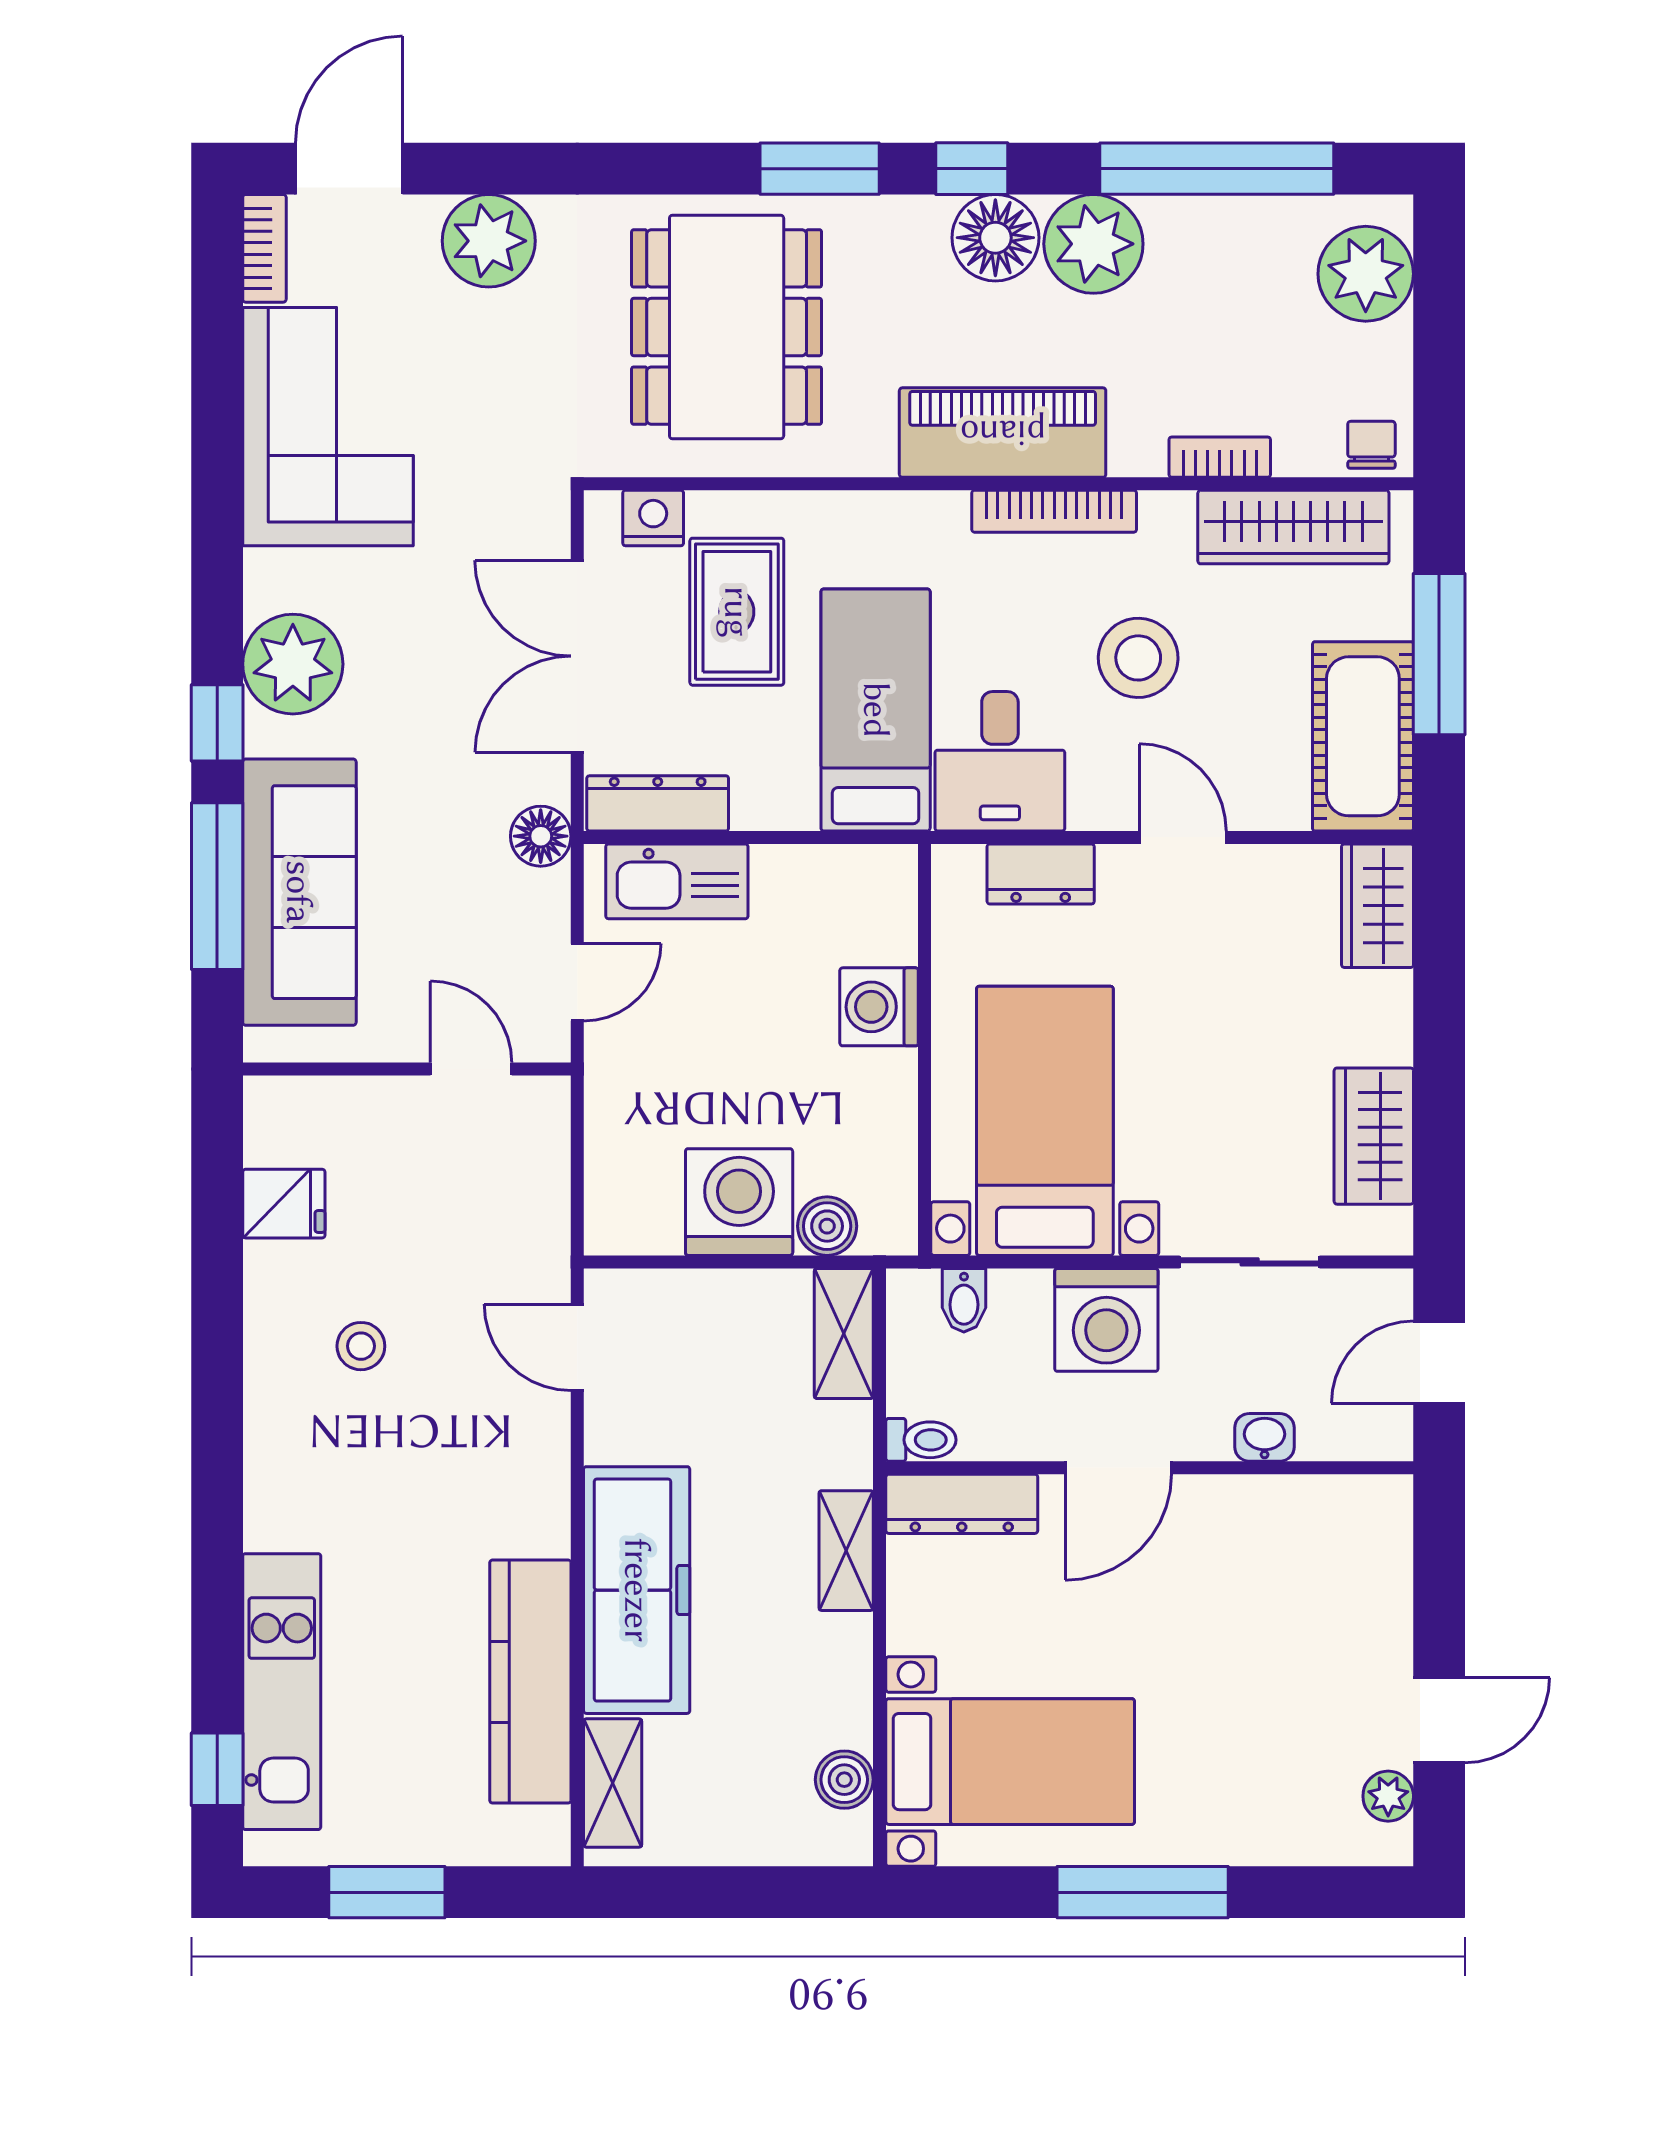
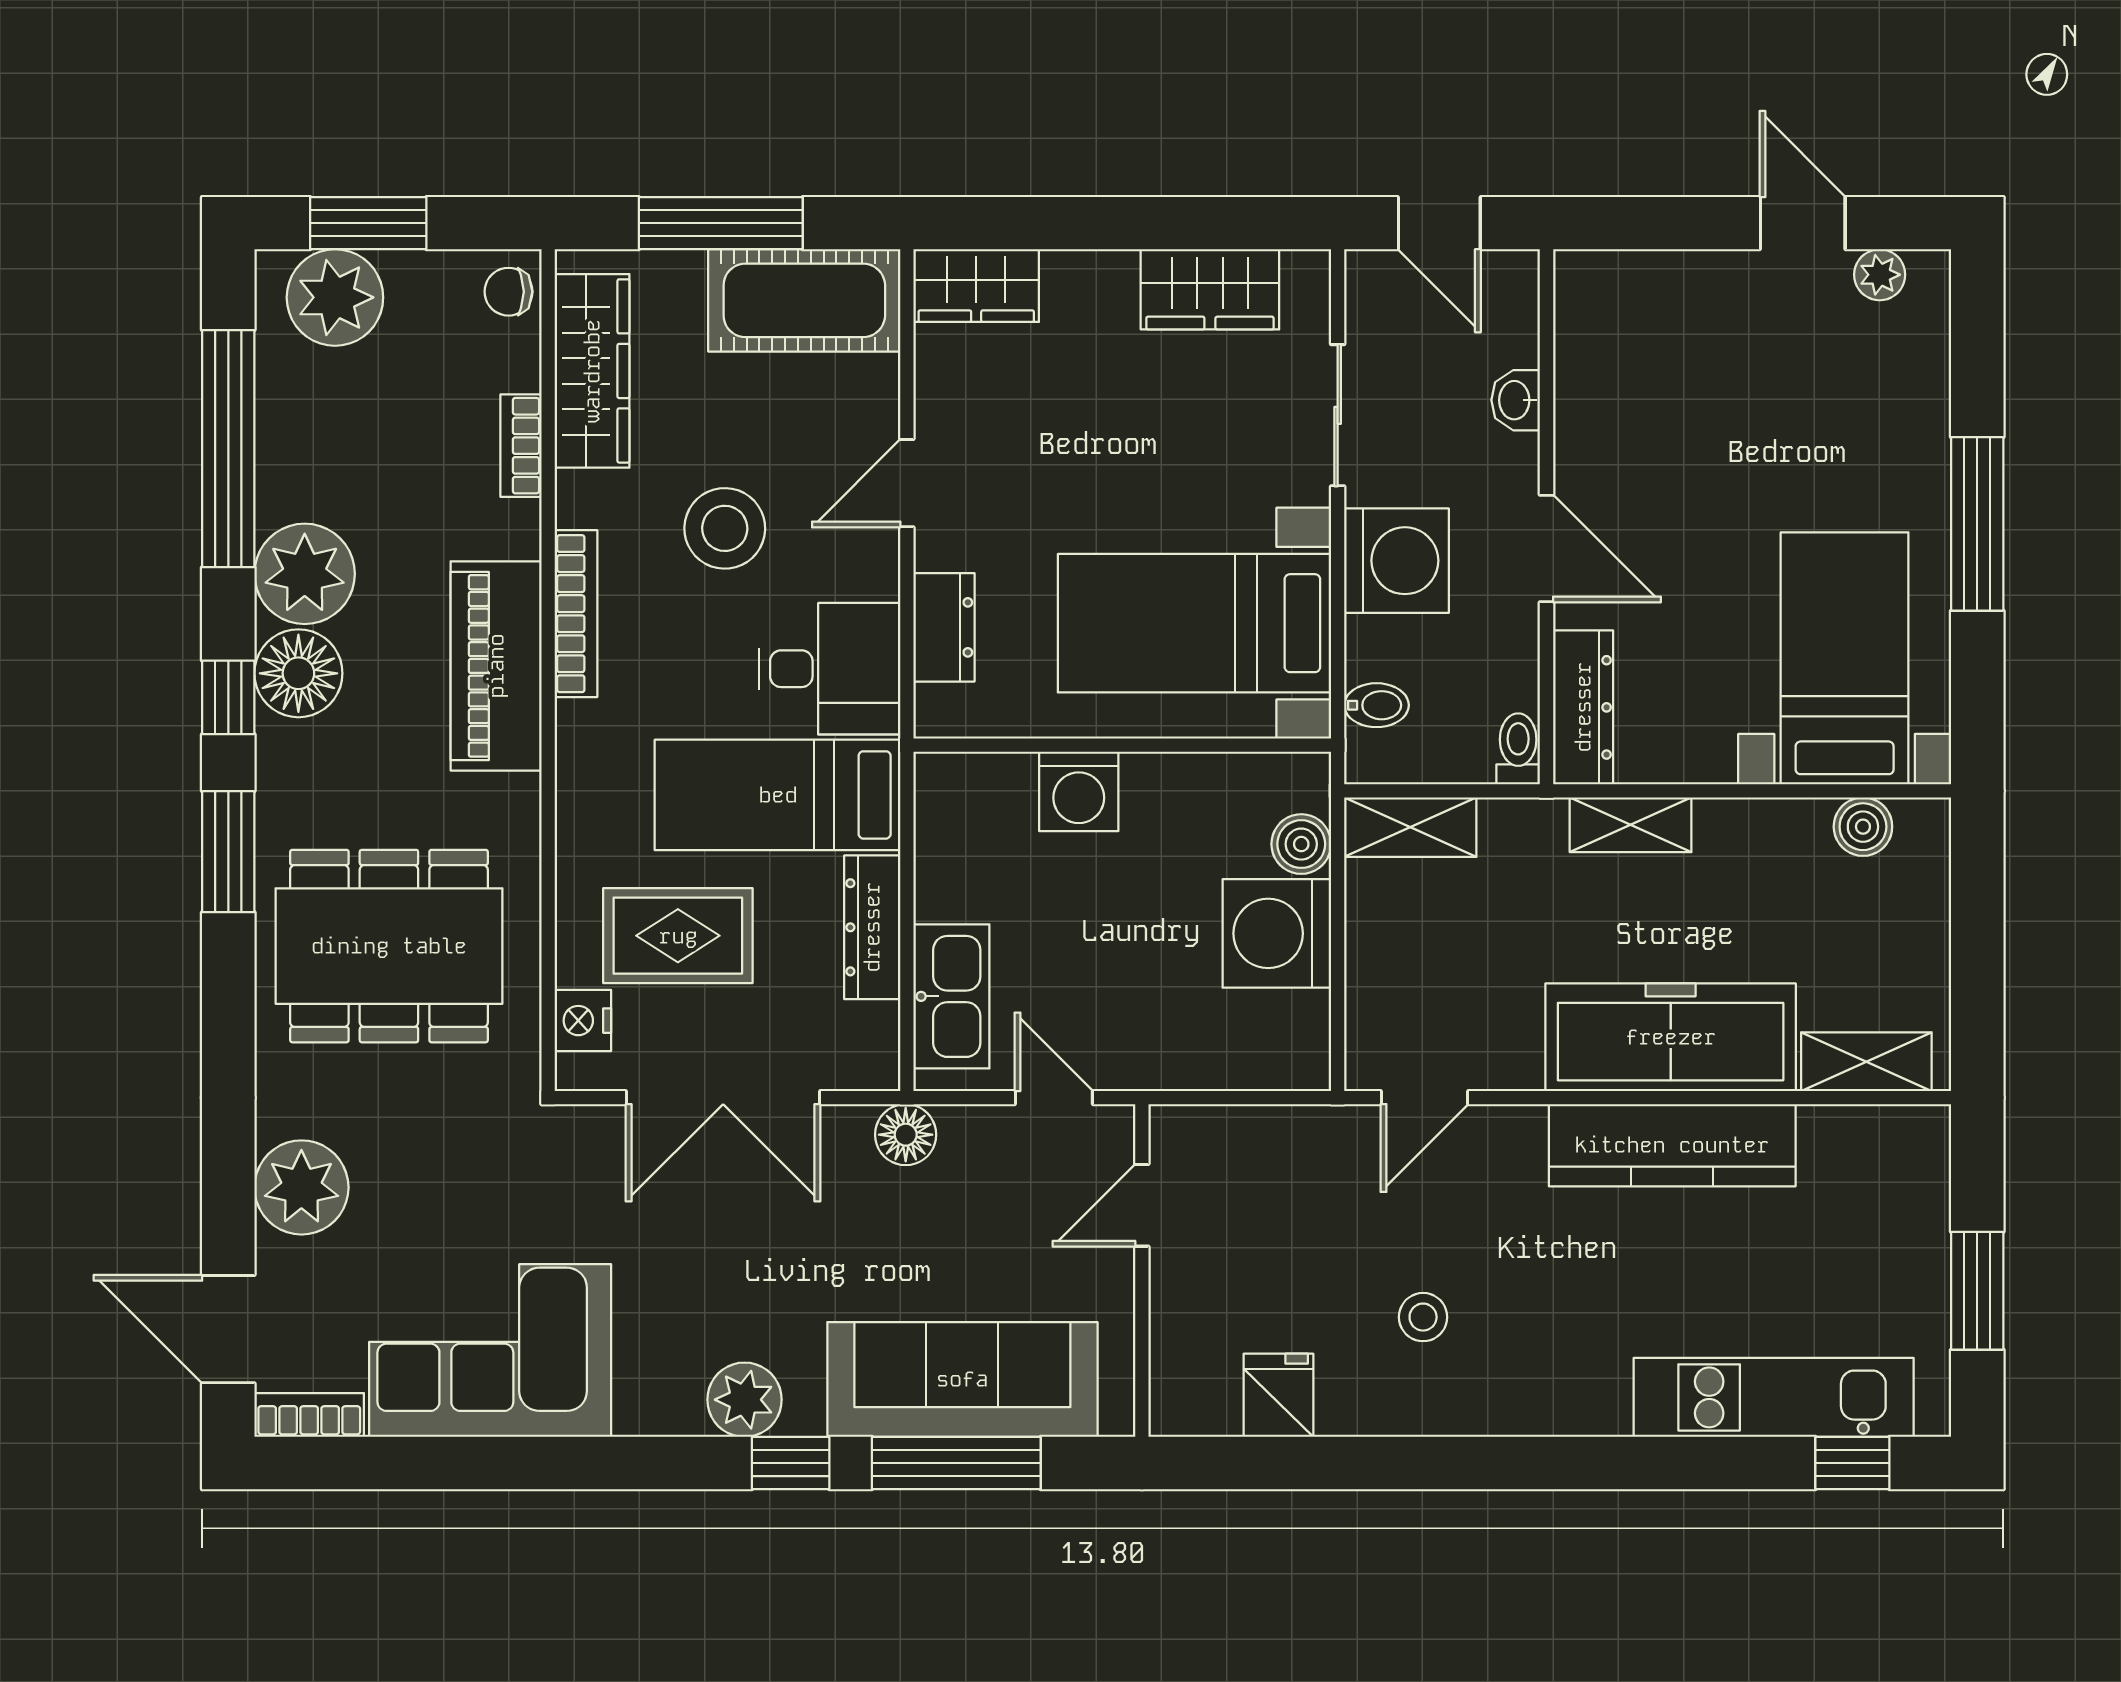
window: (1439, 307) -> (368, 223), added
plant: (293, 664) -> (745, 1400), width x0.73, depth x0.73
dresser: (658, 803) -> (872, 927), moved
kitchen counter: (530, 1682) -> (1672, 1145), moved

